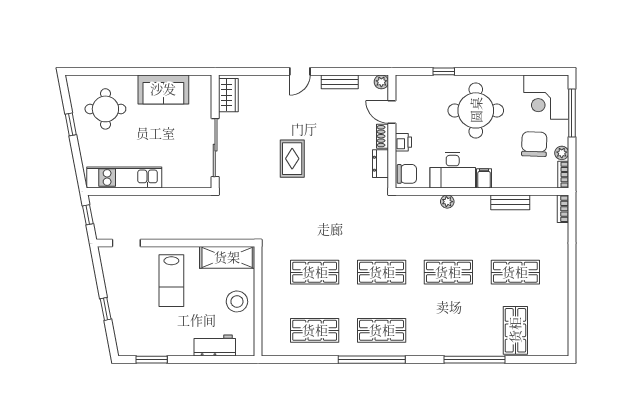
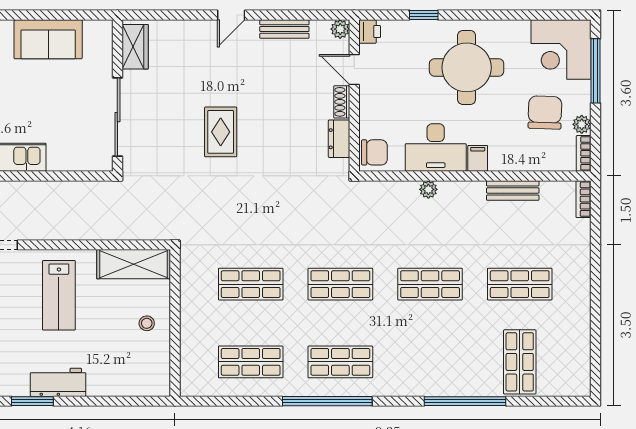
printer: (403, 142) -> (370, 32), moved
stool: (237, 301) -> (147, 323), width x0.53, depth x0.53
workbench: (215, 346) -> (58, 382), moved

